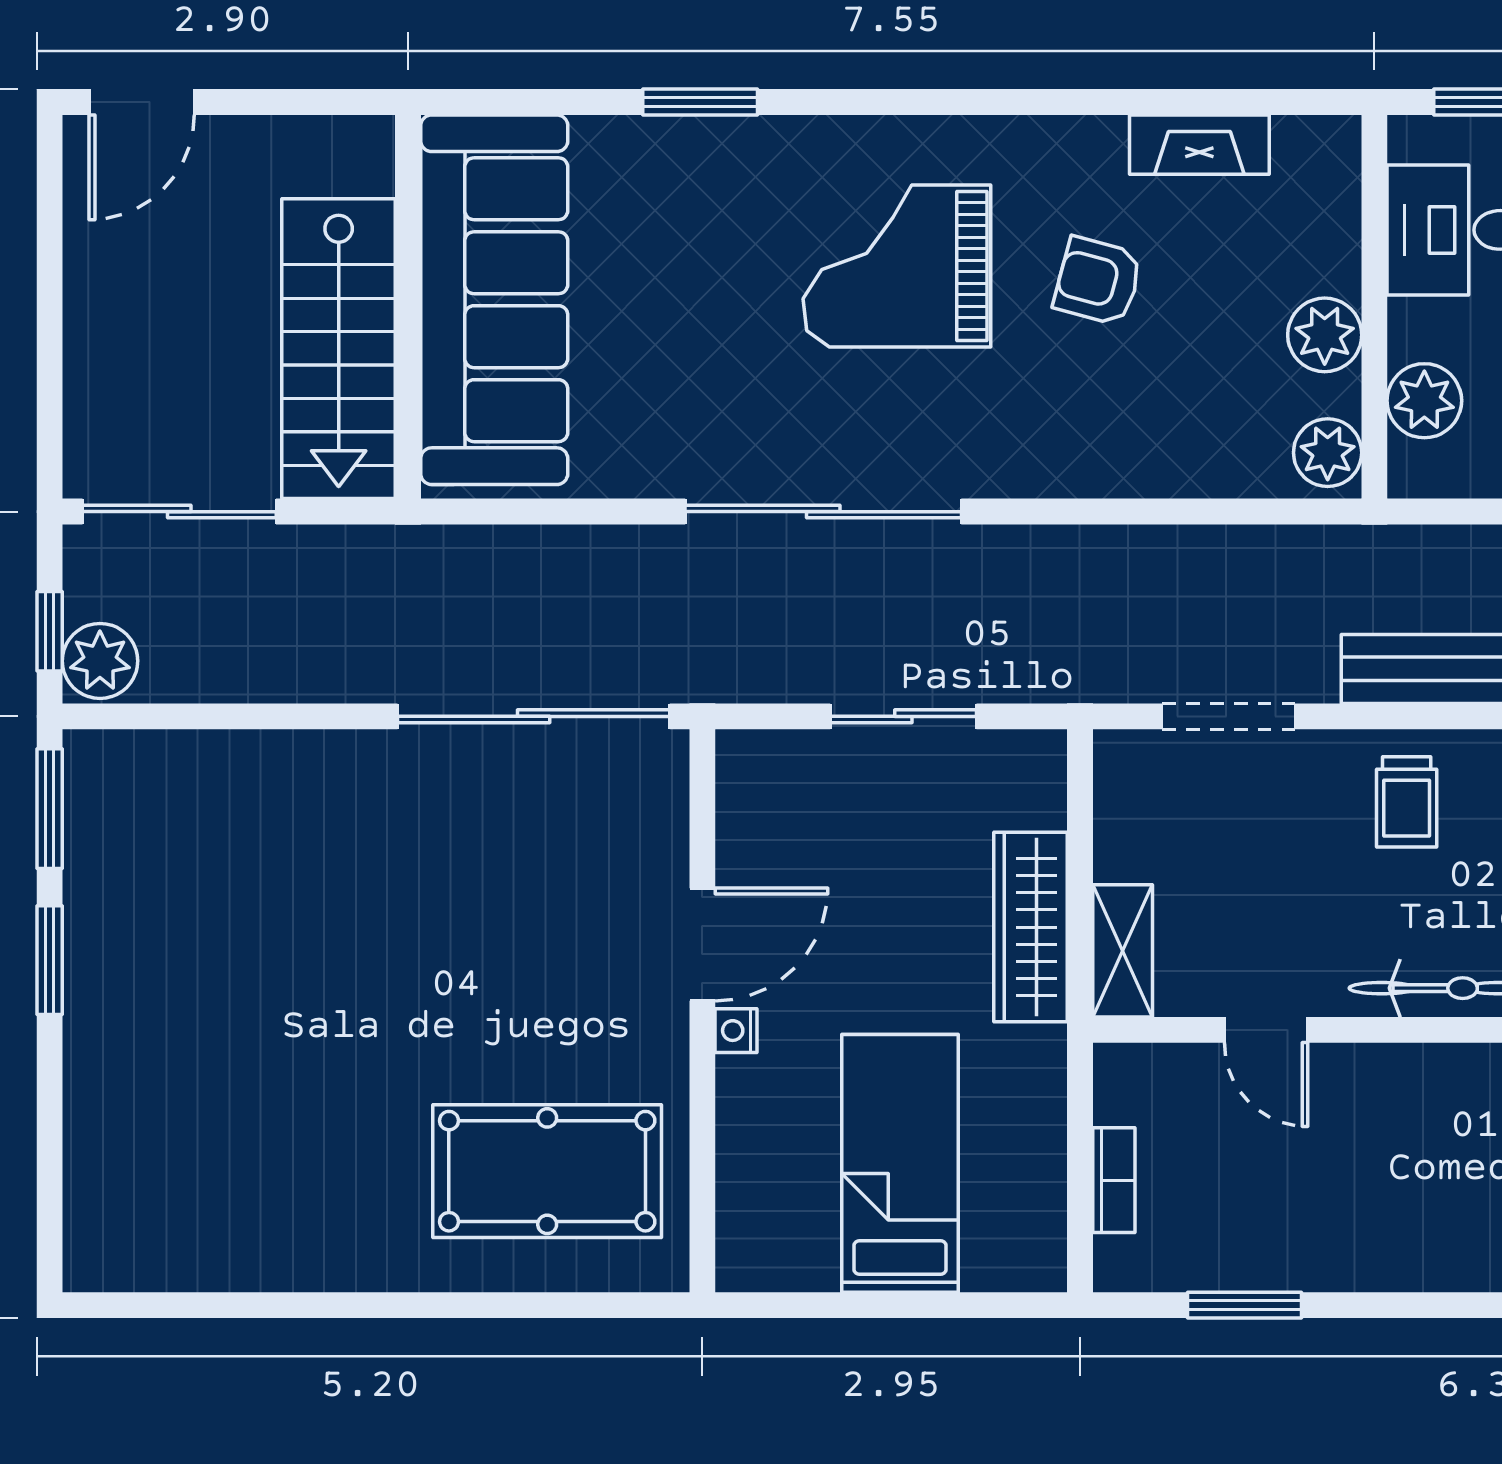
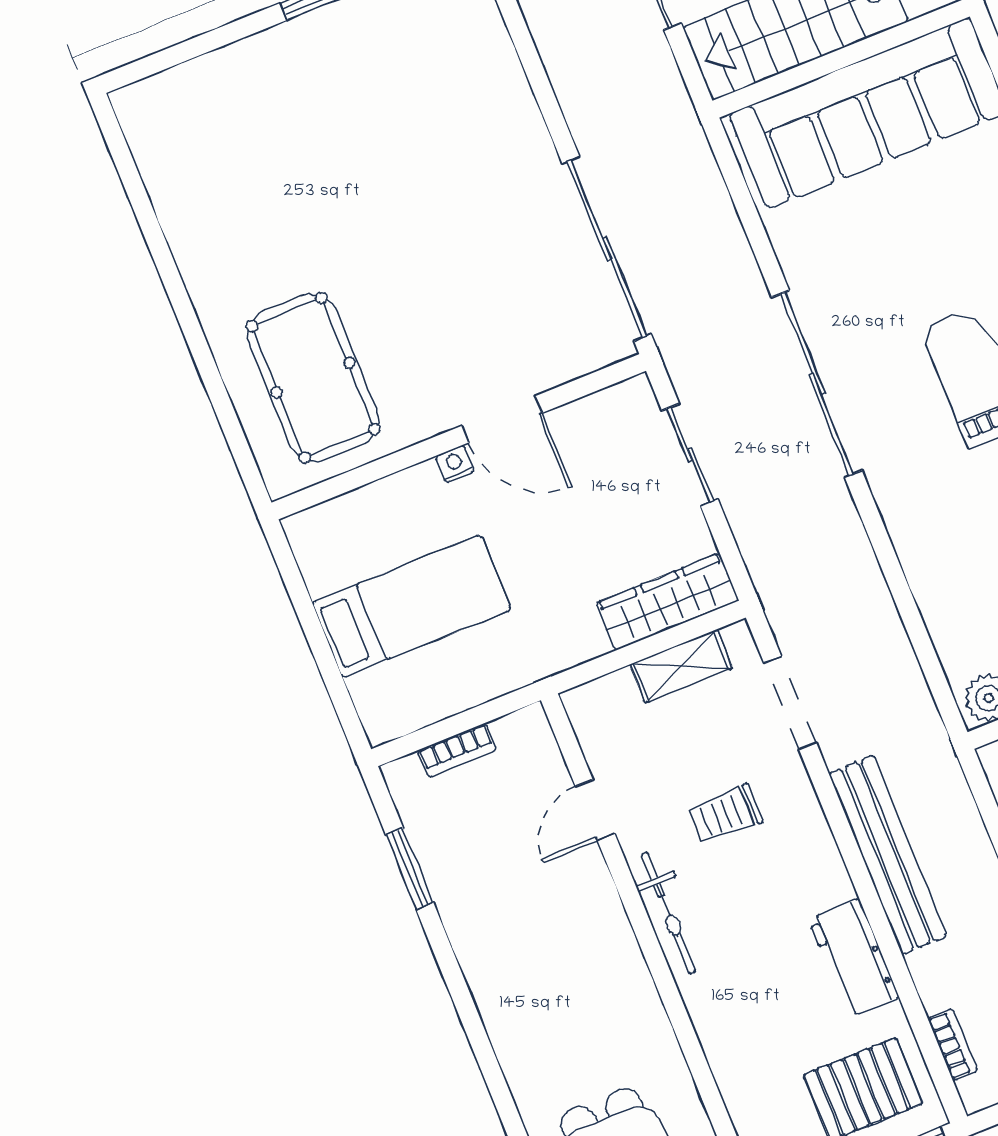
sliding door: (903, 716) -> (690, 455), moved
trolley: (1407, 802) -> (725, 814), moved
wardrobe: (1030, 927) -> (667, 602), moved
shelving: (1123, 951) -> (681, 666), moved

